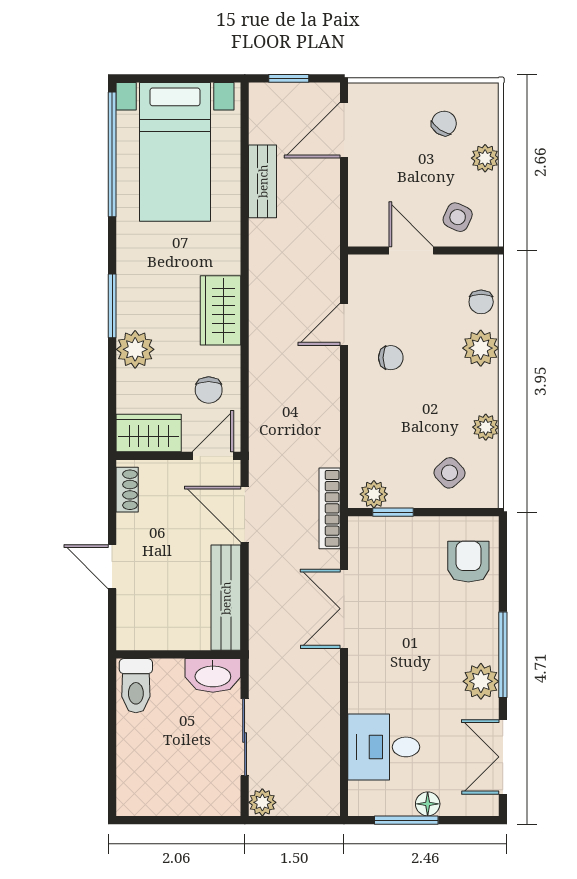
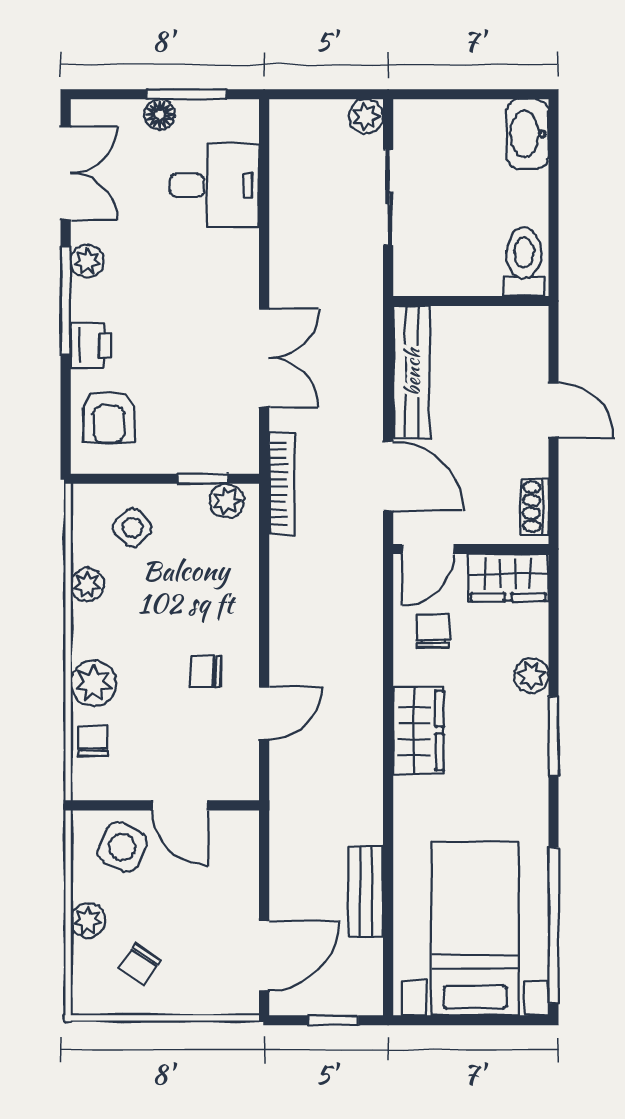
side table: (458, 217) -> (122, 847), width x1.37, depth x1.37
plant: (135, 349) -> (531, 676), width x0.73, depth x0.73
printer: (482, 619) -> (91, 346), added
washbasin: (213, 675) -> (527, 134), moved, turned -90
plant: (481, 681) -> (87, 261), width x0.73, depth x0.73

